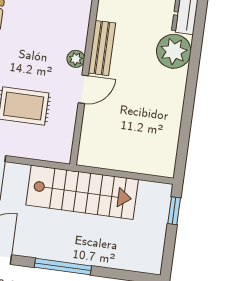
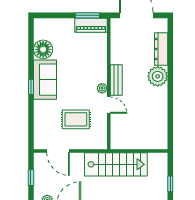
door: (83, 89) -> (109, 105), hinge flipped
window: (174, 211) -> (170, 184), moved

